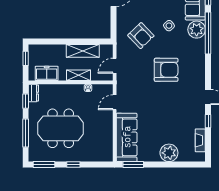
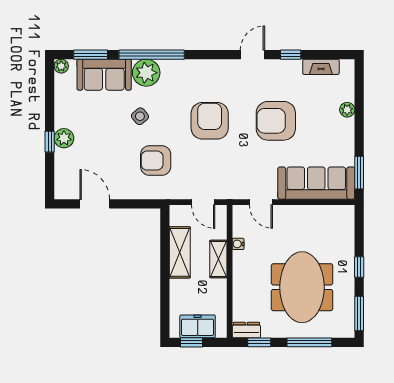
armchair: (141, 36) -> (156, 161), turned -136
freezer: (47, 73) -> (198, 326), moved, turned 90
armchair: (166, 112) -> (276, 121), added
plant: (169, 153) -> (347, 110), width x0.53, depth x0.53

